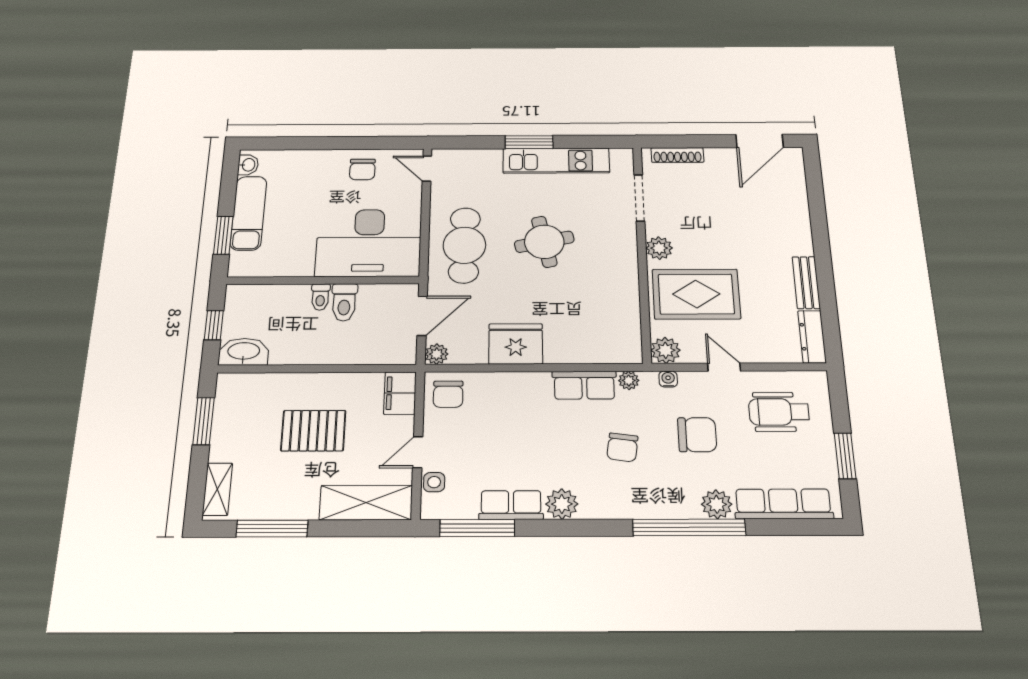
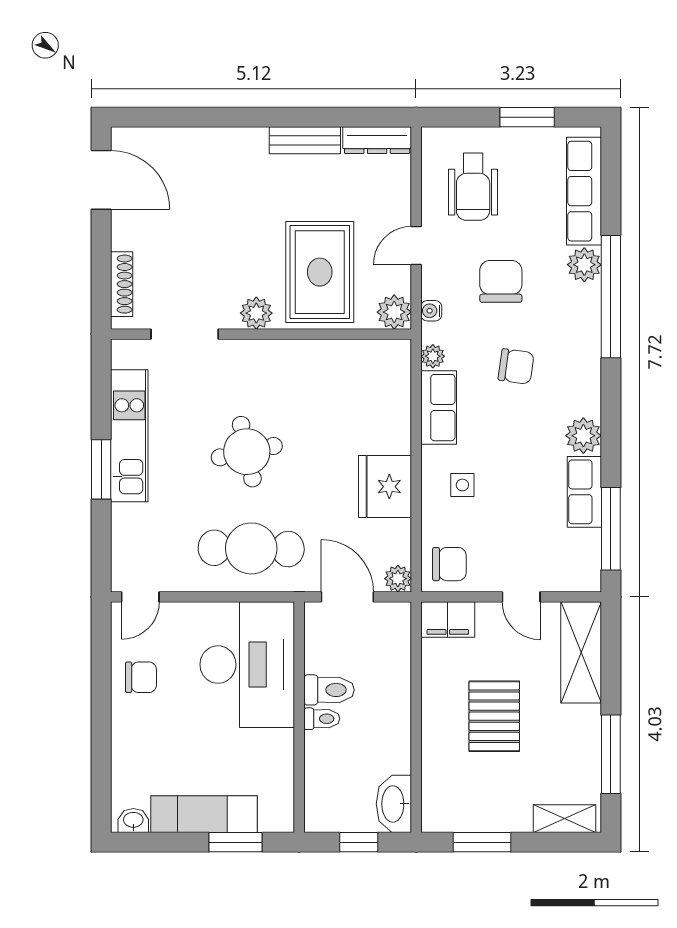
side table: (434, 482) -> (462, 485), moved

